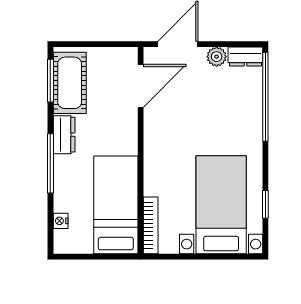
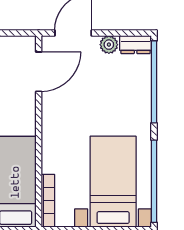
window: (265, 204) -> (154, 181), width x3.17

